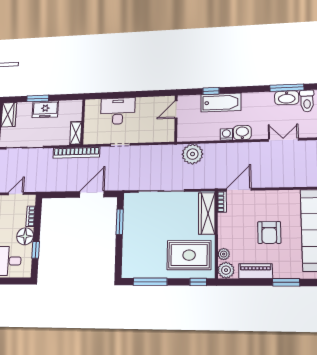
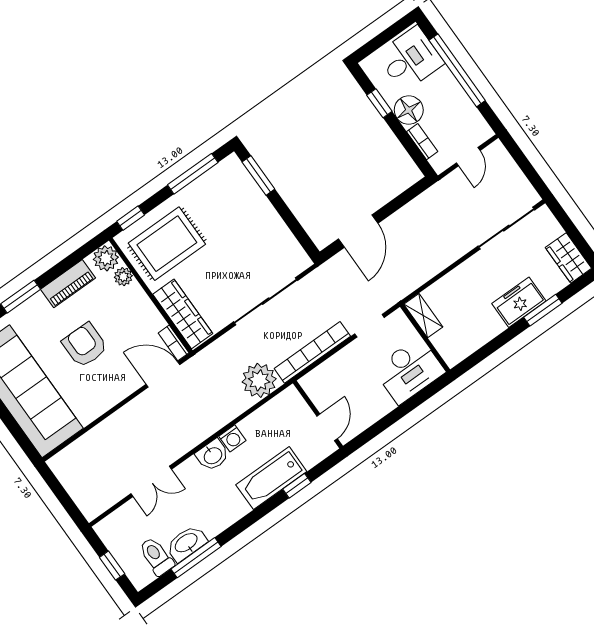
wall: (83, 122) -> (425, 338), moved
shelving: (76, 133) -> (423, 316), moved
bookcase: (76, 153) -> (312, 352), moved
door: (239, 190) -> (163, 374), swing flipped
window: (120, 222) -> (258, 176), moved

